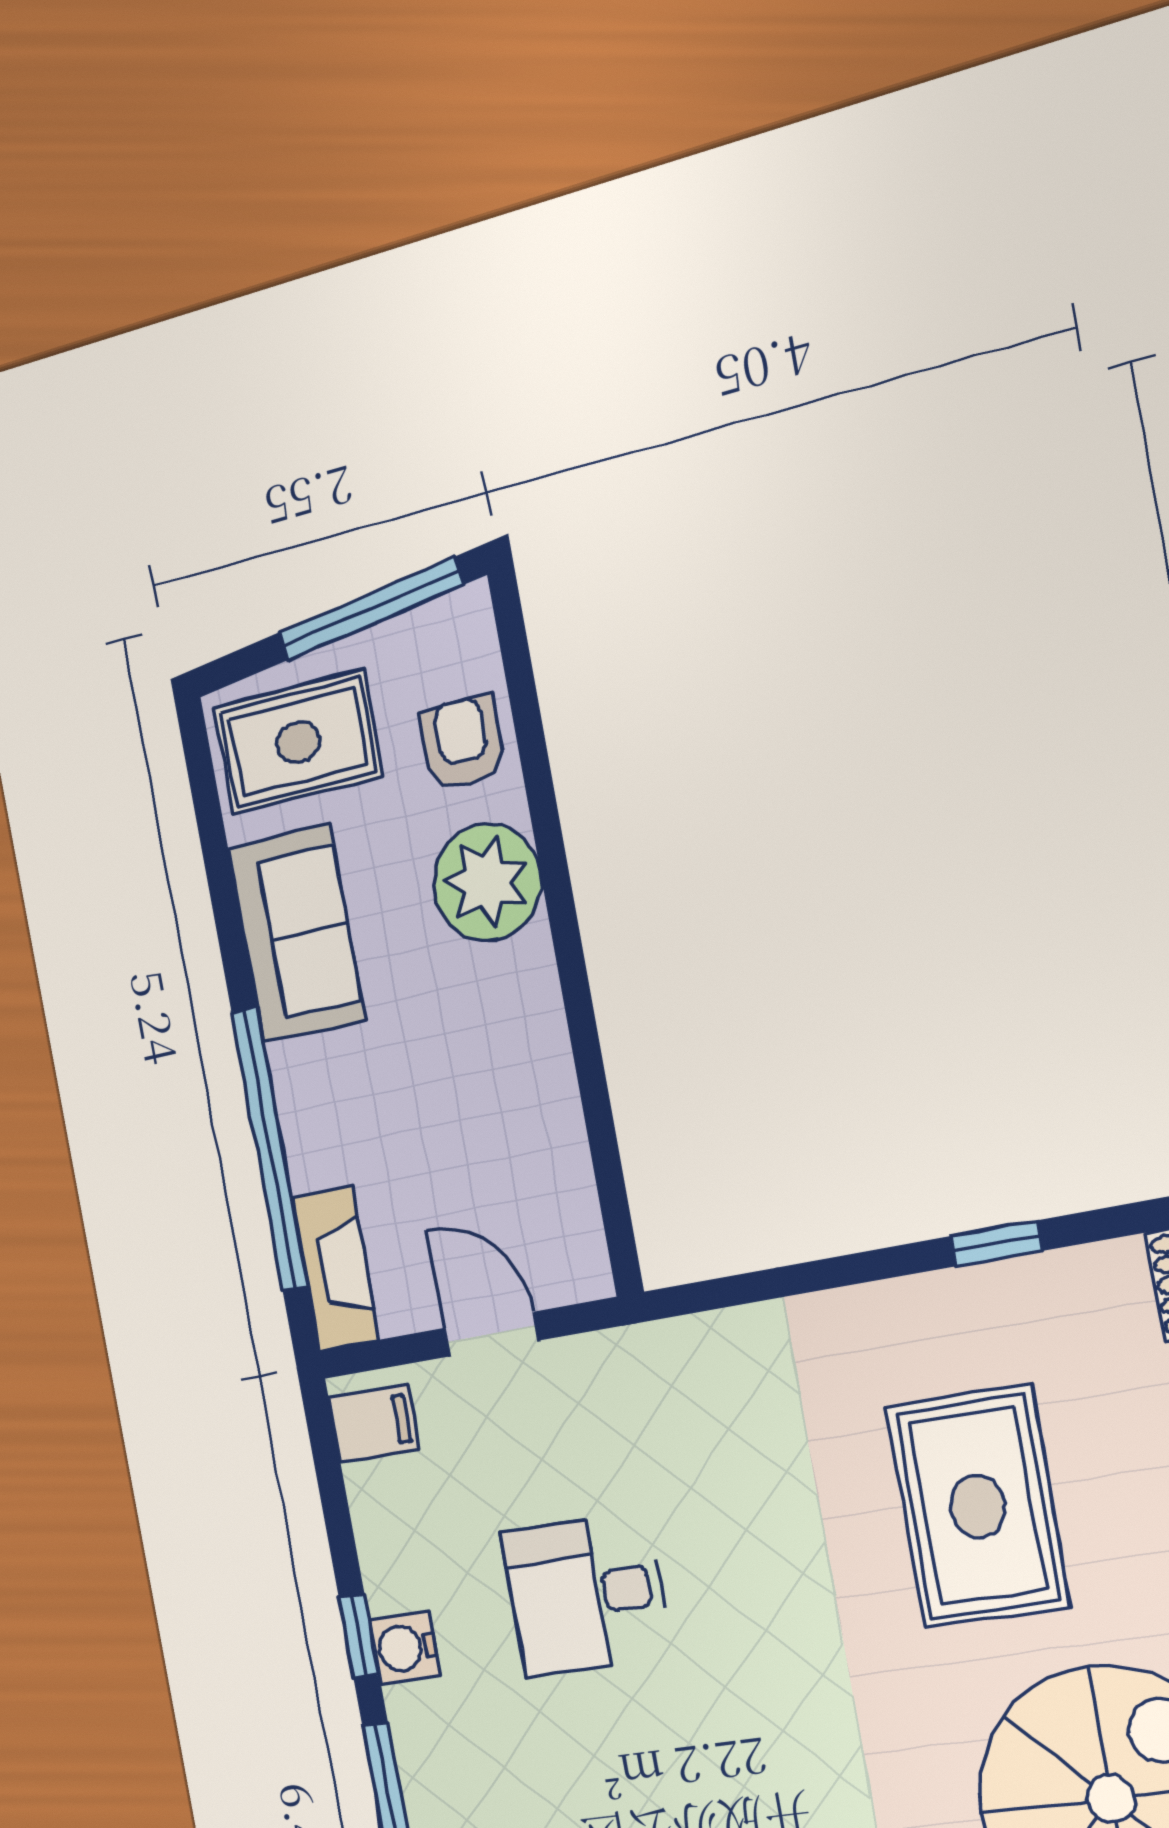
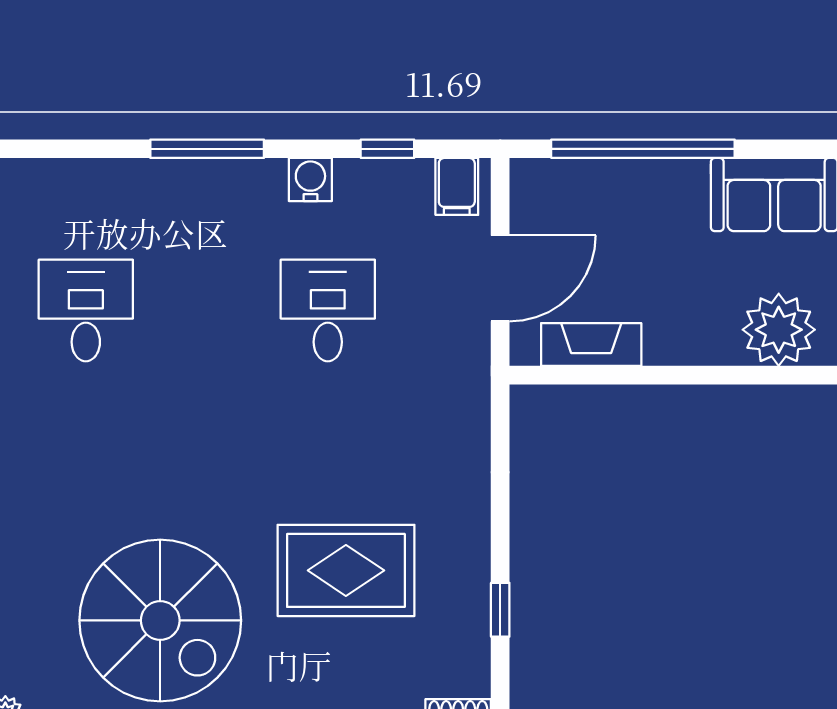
fireplace: (335, 1269) -> (591, 345), moved, turned 180
door: (492, 1334) -> (500, 278), width x1.38
window: (359, 1636) -> (387, 149), moved

